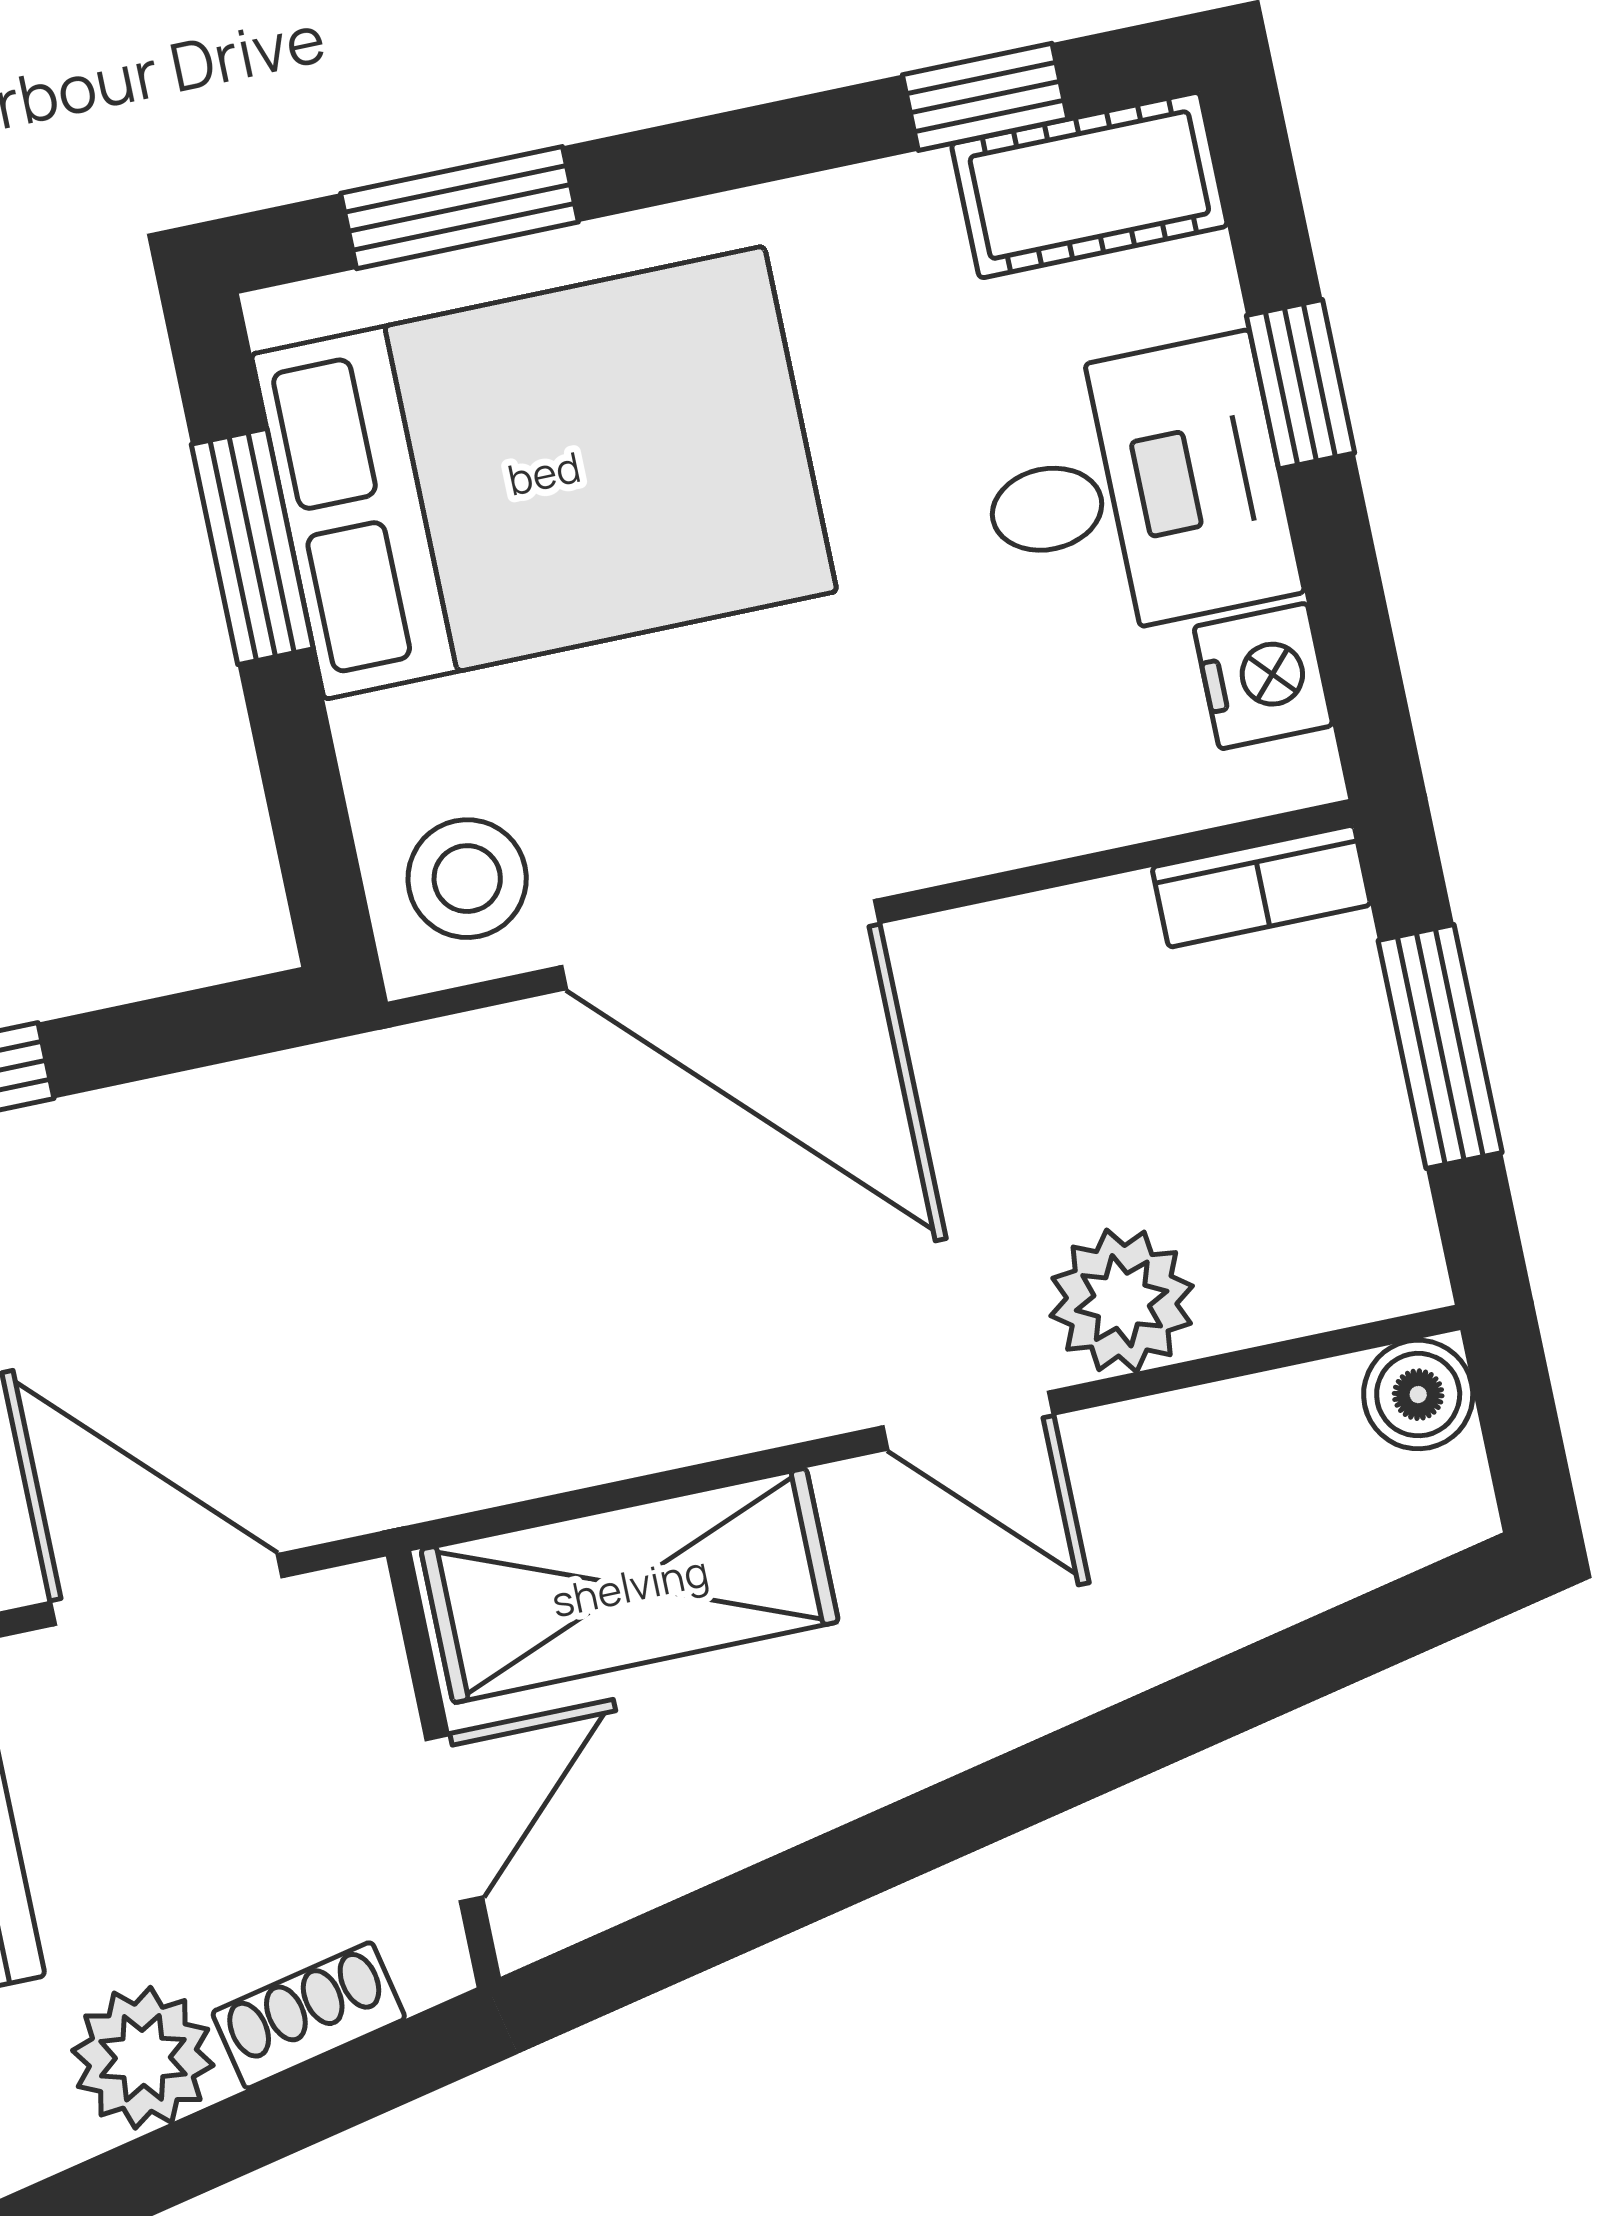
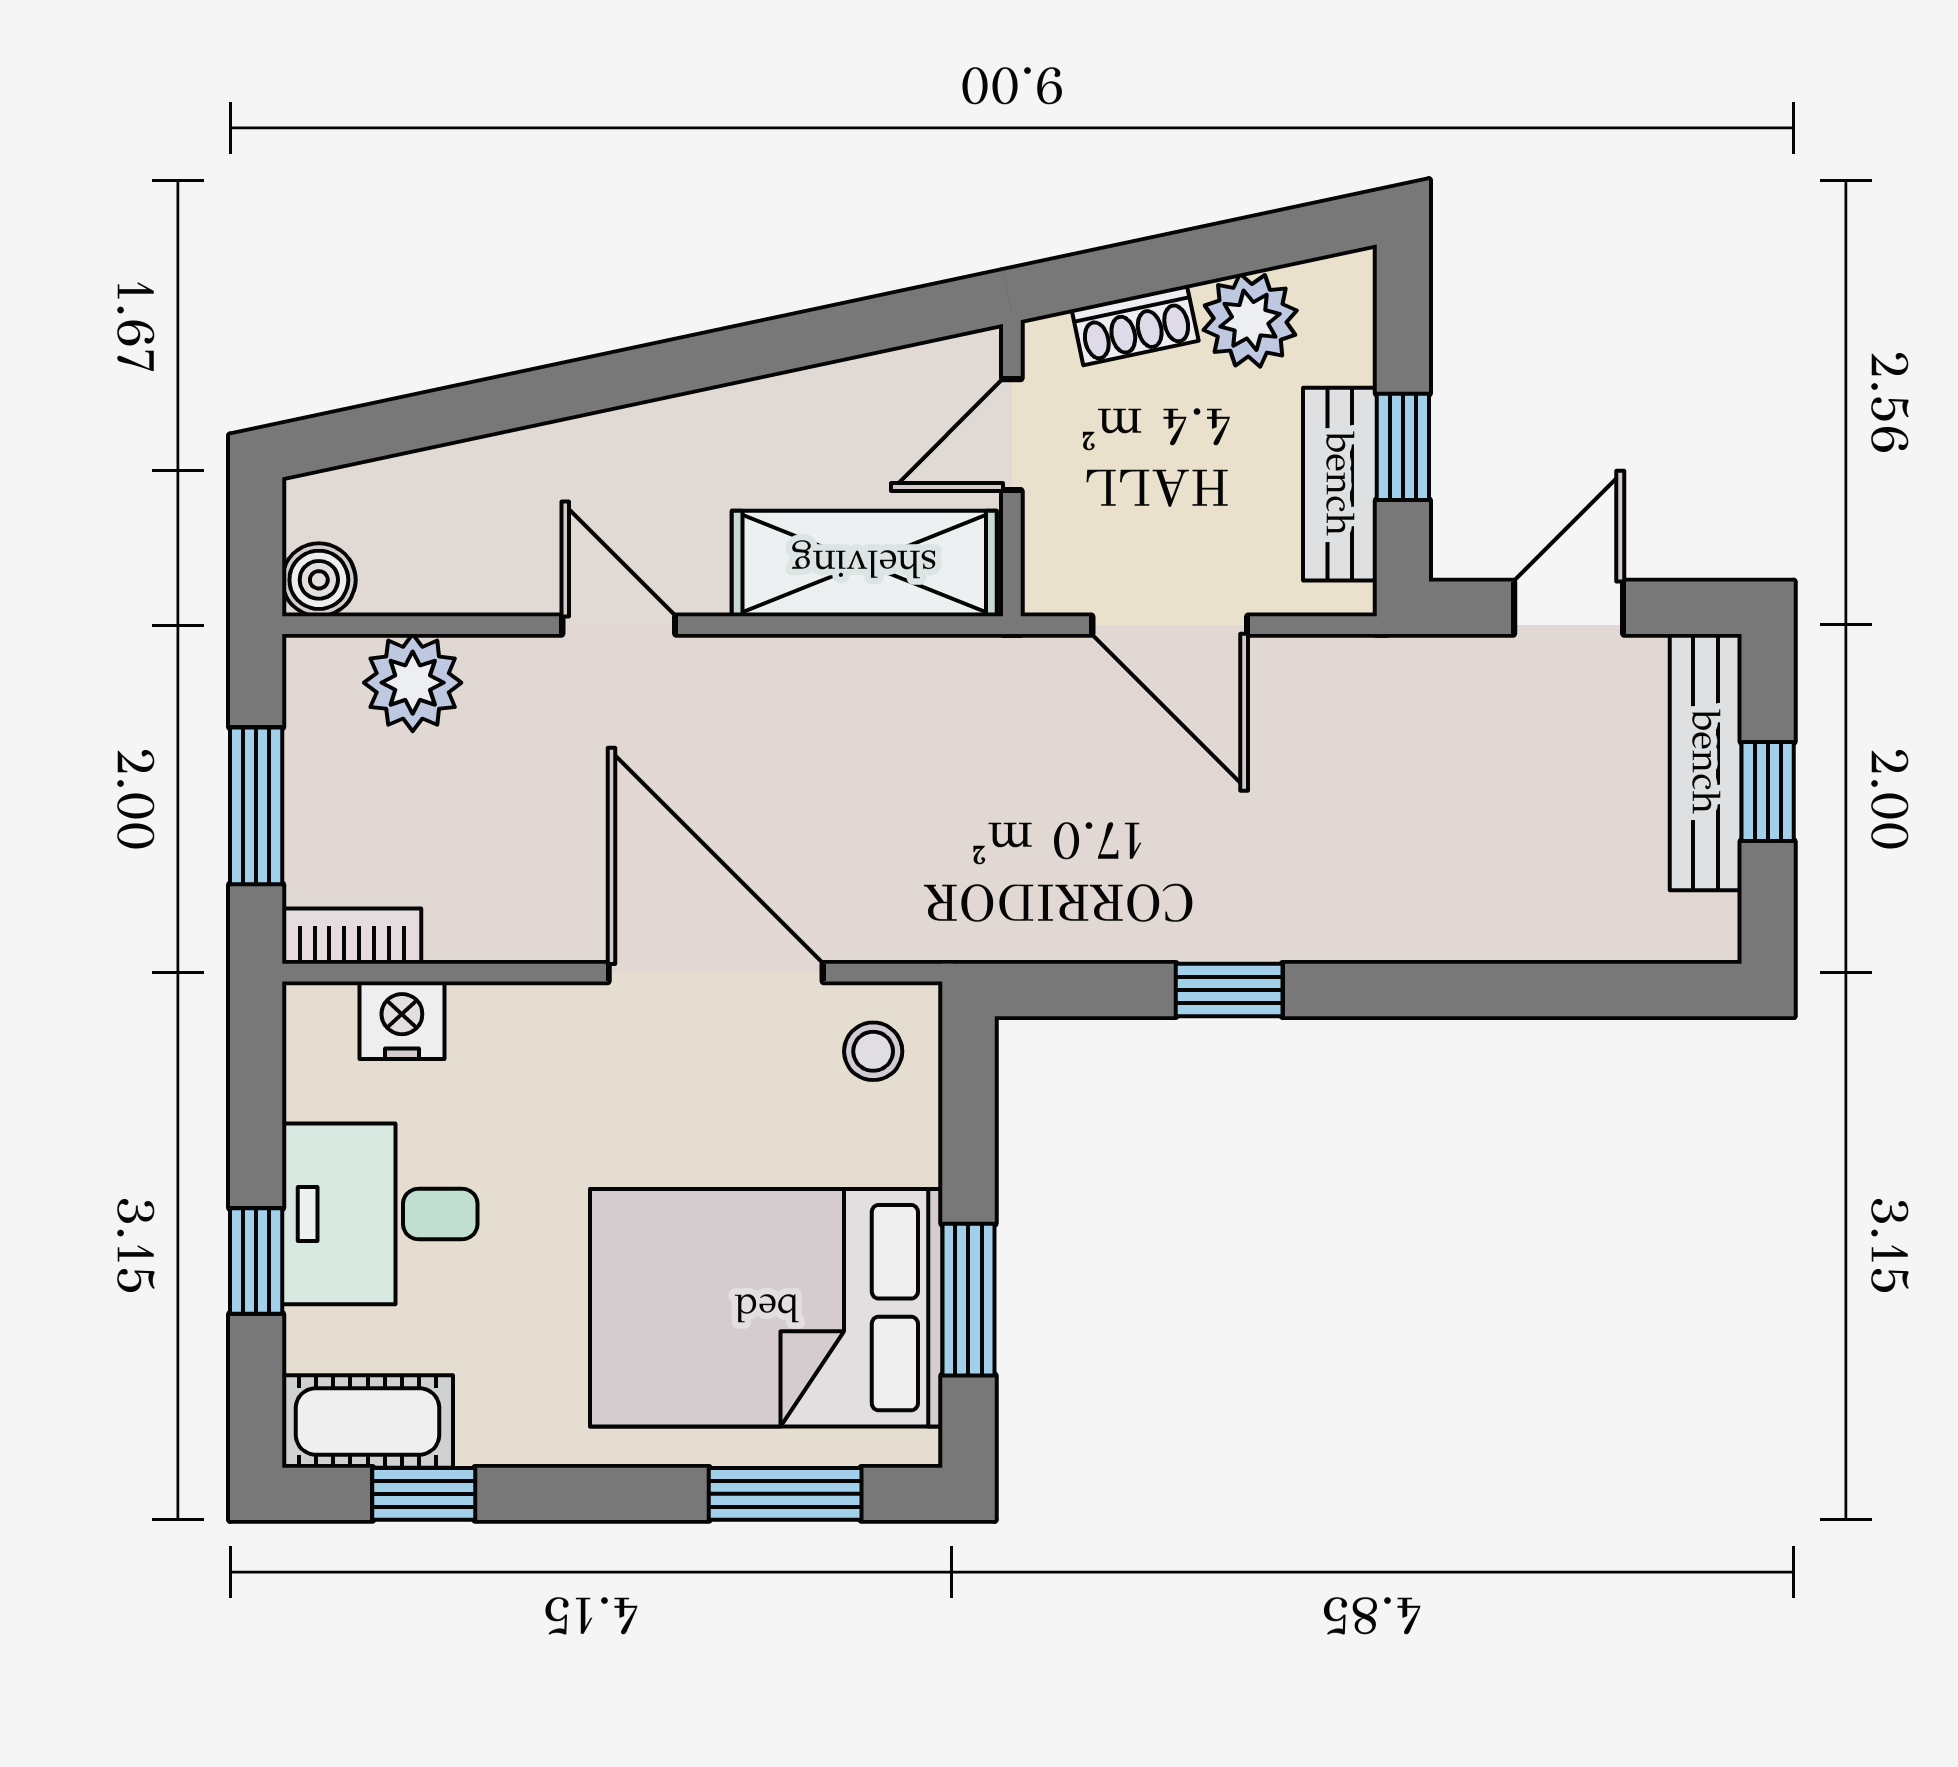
nightstand: (1263, 676) -> (402, 1020), moved, turned 90
stool: (467, 879) -> (873, 1051), width x0.73, depth x0.73
plant: (1122, 1301) -> (413, 683), moved

